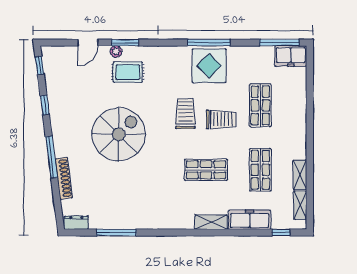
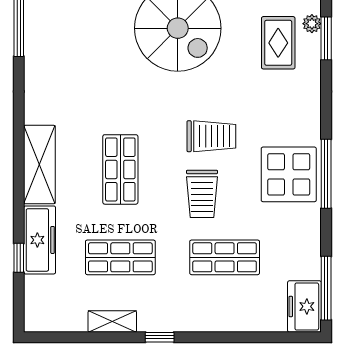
window: (310, 146) -> (160, 337), added
shelving: (300, 205) -> (63, 322), removed
shelving: (211, 222) -> (39, 165), width x1.50, depth x1.33
window: (281, 233) -> (19, 258), moved

